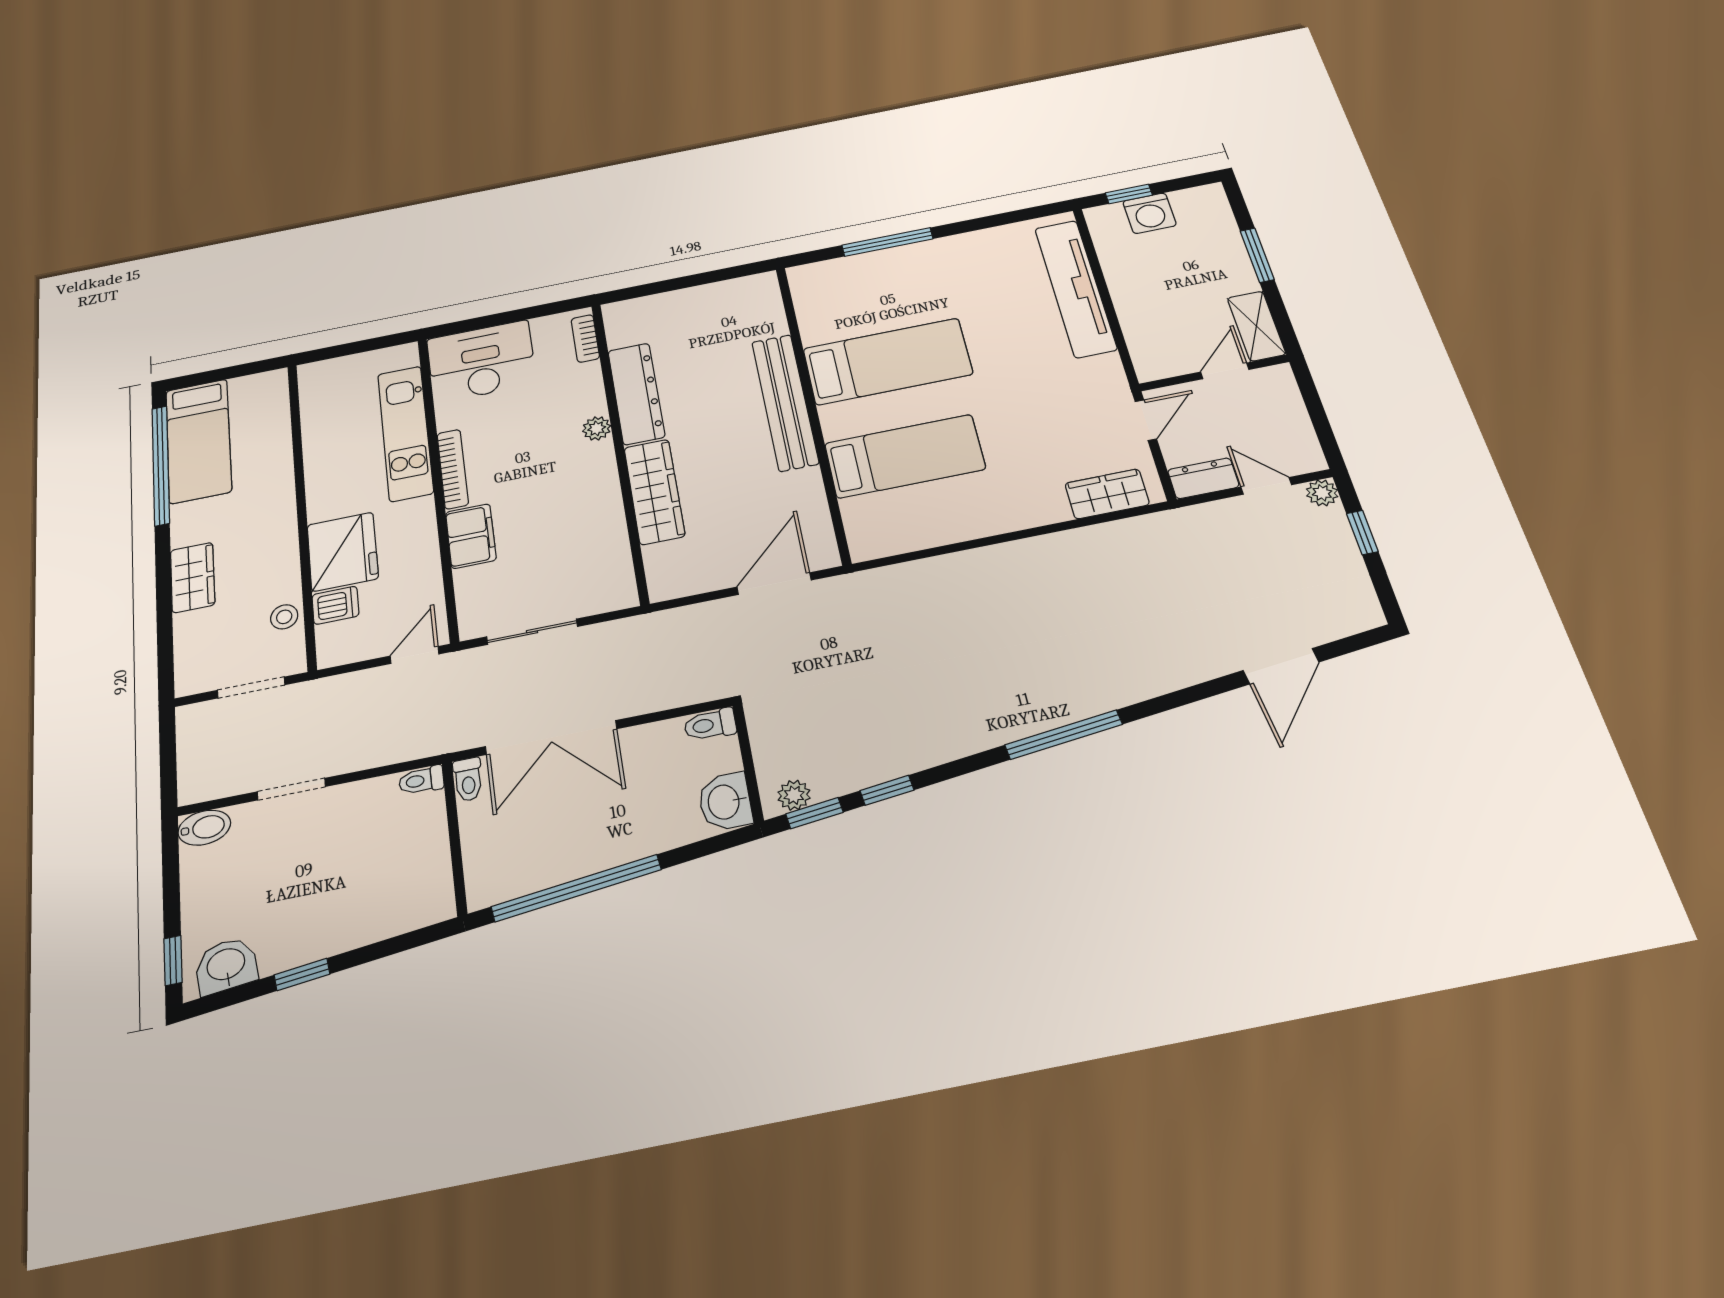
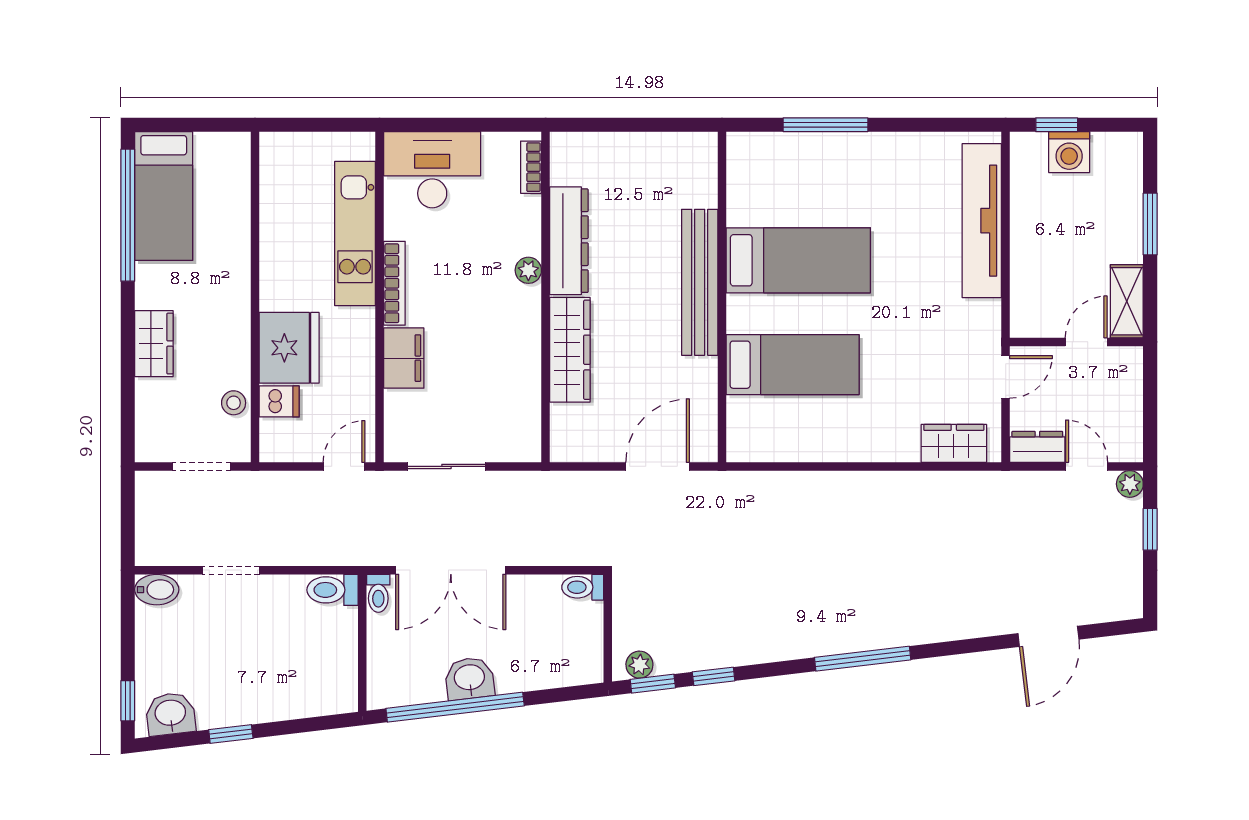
toilet: (421, 780) -> (333, 590), width x1.37, depth x1.39
washbasin: (725, 802) -> (470, 678), moved, turned 83

